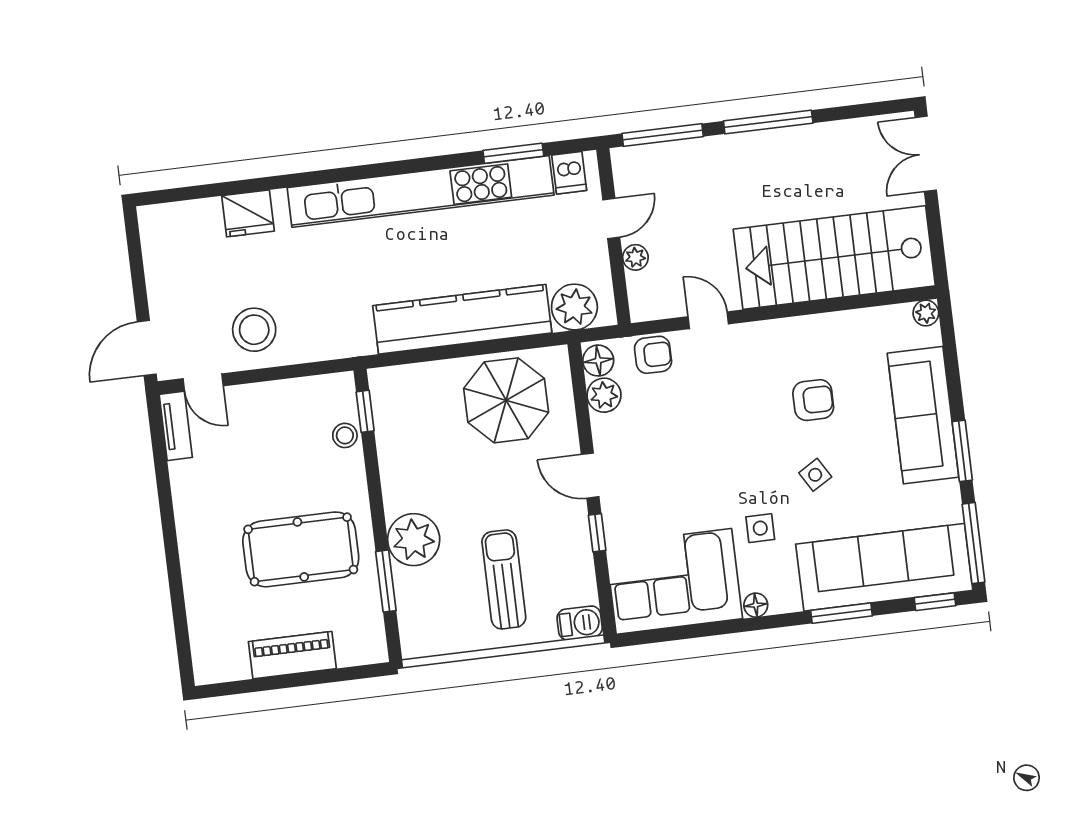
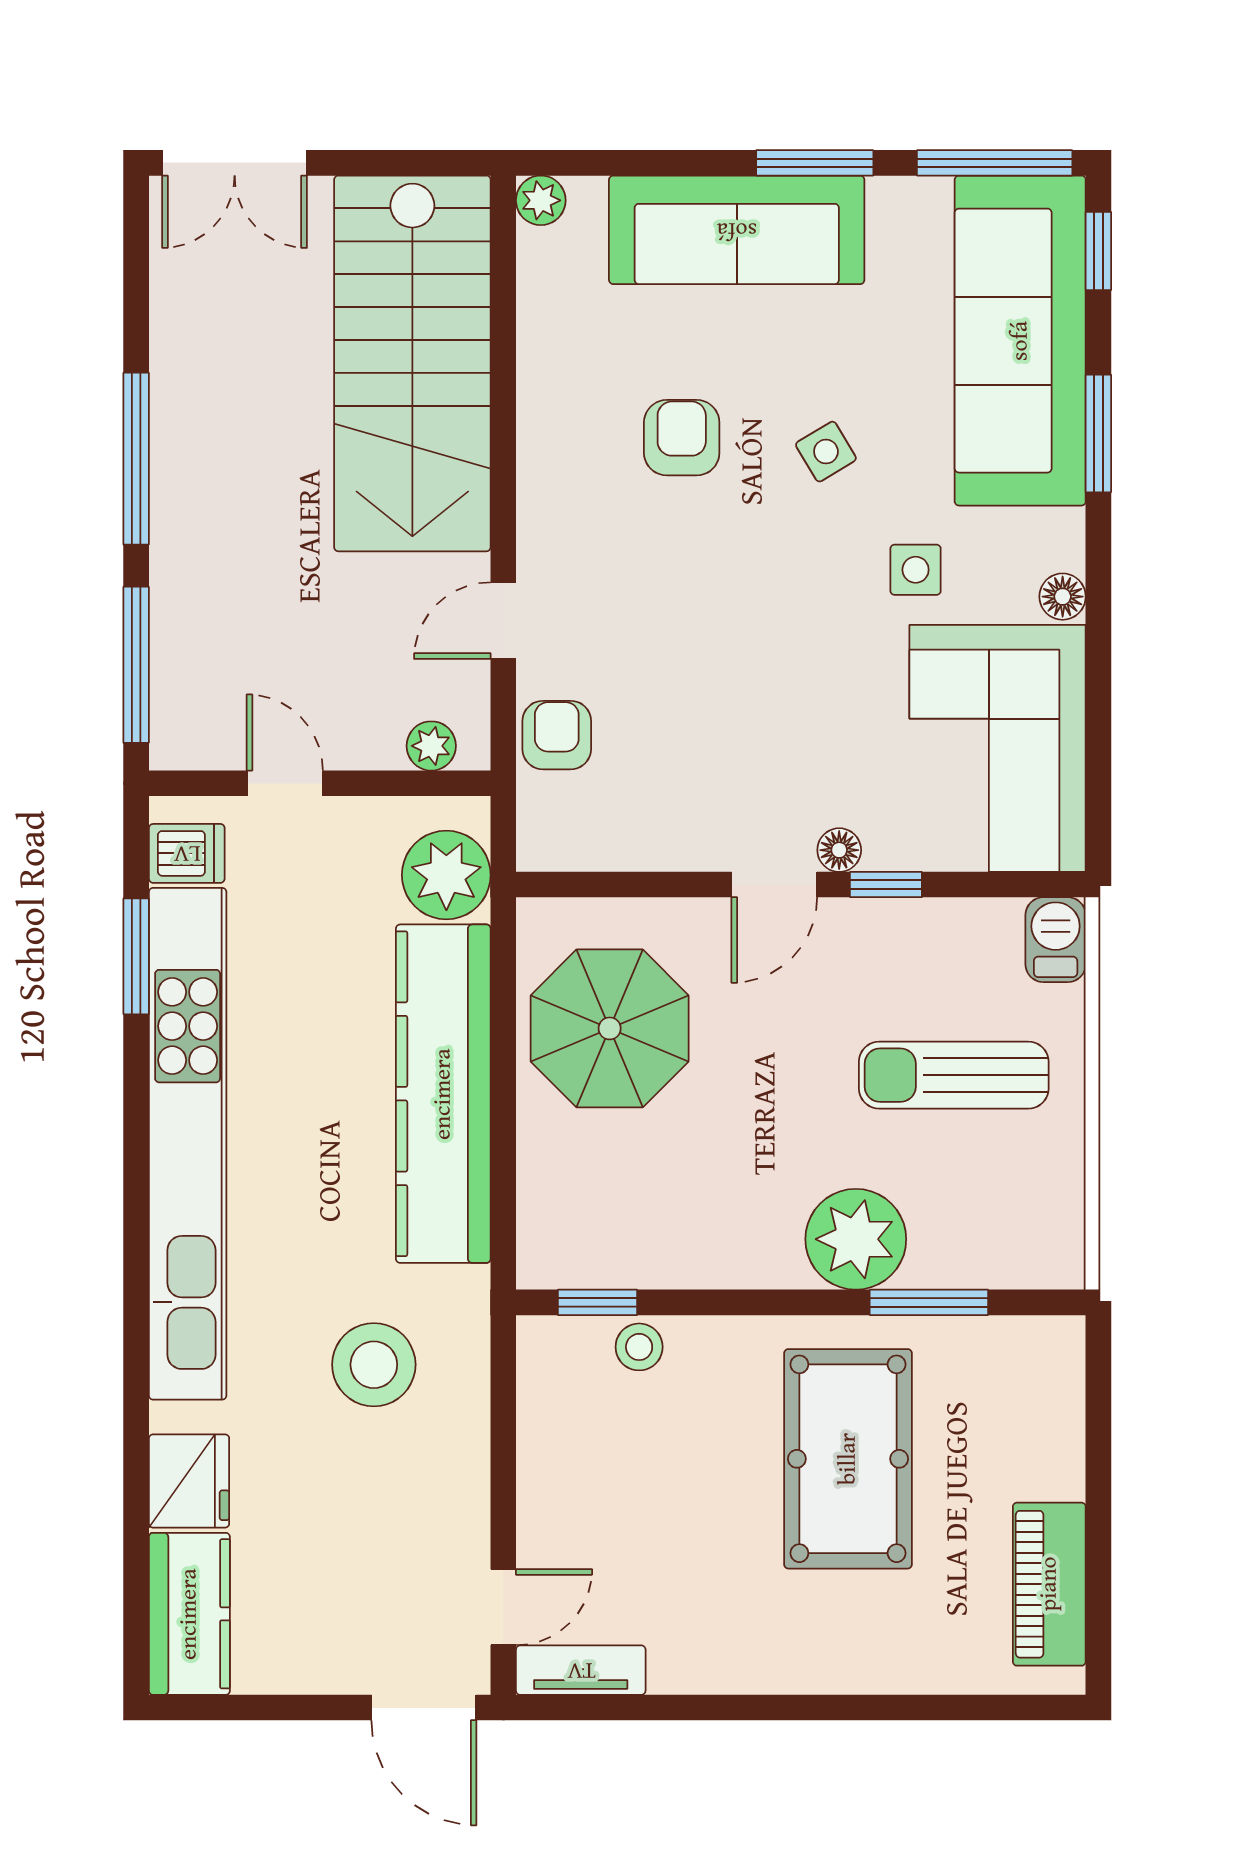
kitchen counter: (180, 222) -> (189, 1614), added
plant: (635, 257) -> (431, 746), moved
stool: (254, 330) -> (374, 1365), moved
floor lamp: (598, 361) -> (839, 850), moved, width x0.73, depth x0.73
plant: (604, 395) -> (623, 839), removed
piano: (292, 655) -> (1049, 1584), moved

